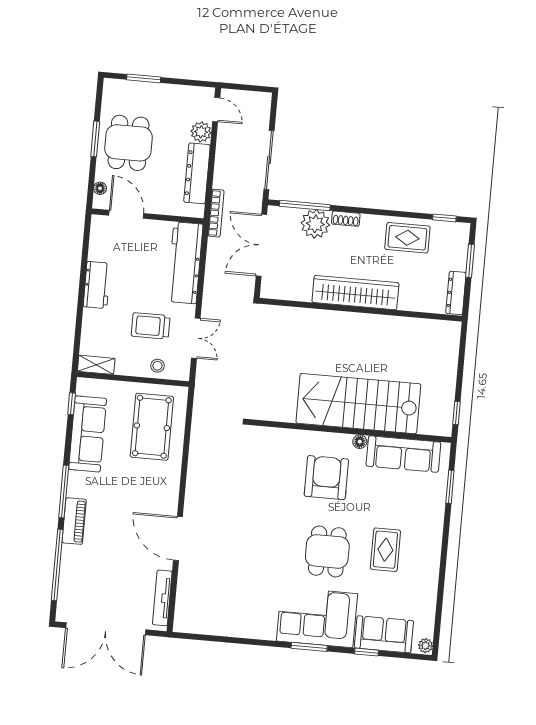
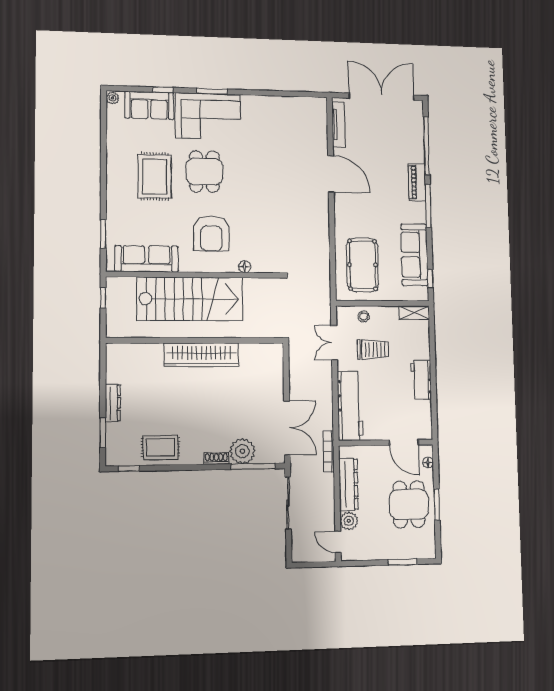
wardrobe: (355, 293) -> (201, 355), moved
wall: (361, 310) -> (195, 340), moved
floor lamp: (360, 442) -> (245, 267), moved
rug: (385, 550) -> (155, 176), width x1.36, depth x1.43

